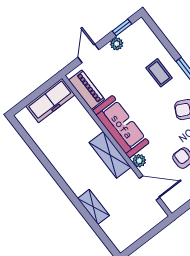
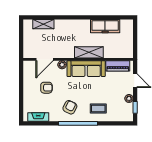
freezer: (50, 100) -> (105, 26), moved, turned -90
shelving: (110, 155) -> (89, 52), moved
shelving: (93, 207) -> (43, 24), moved

